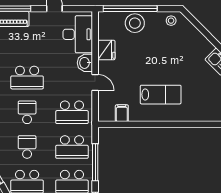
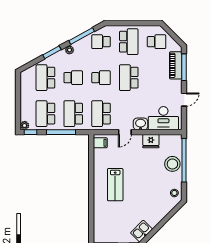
filing cabinet: (122, 113) -> (100, 143), moved

